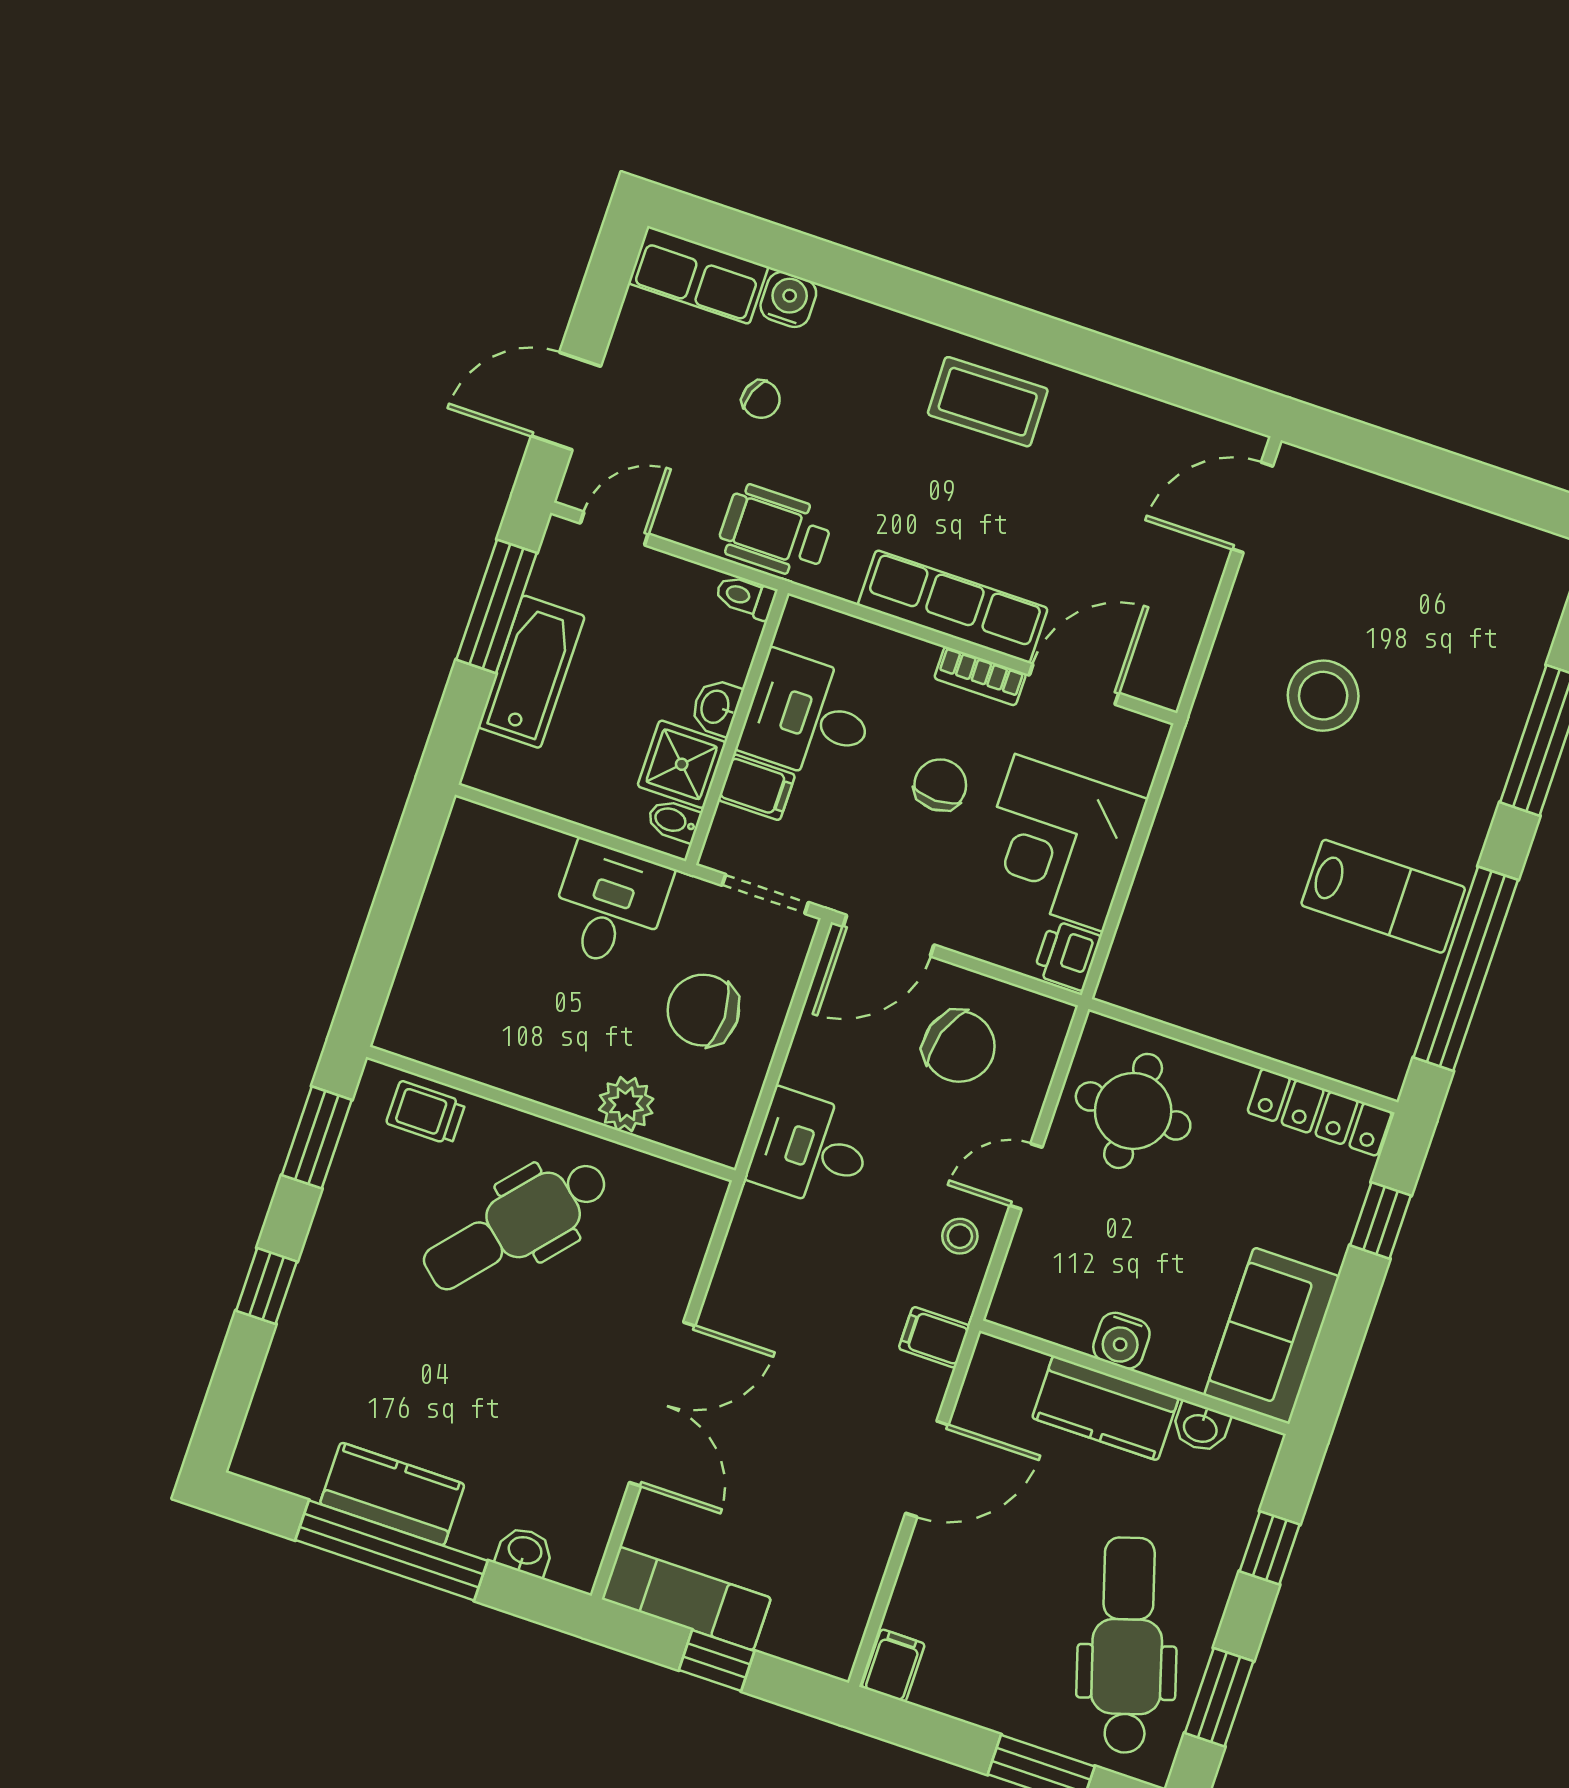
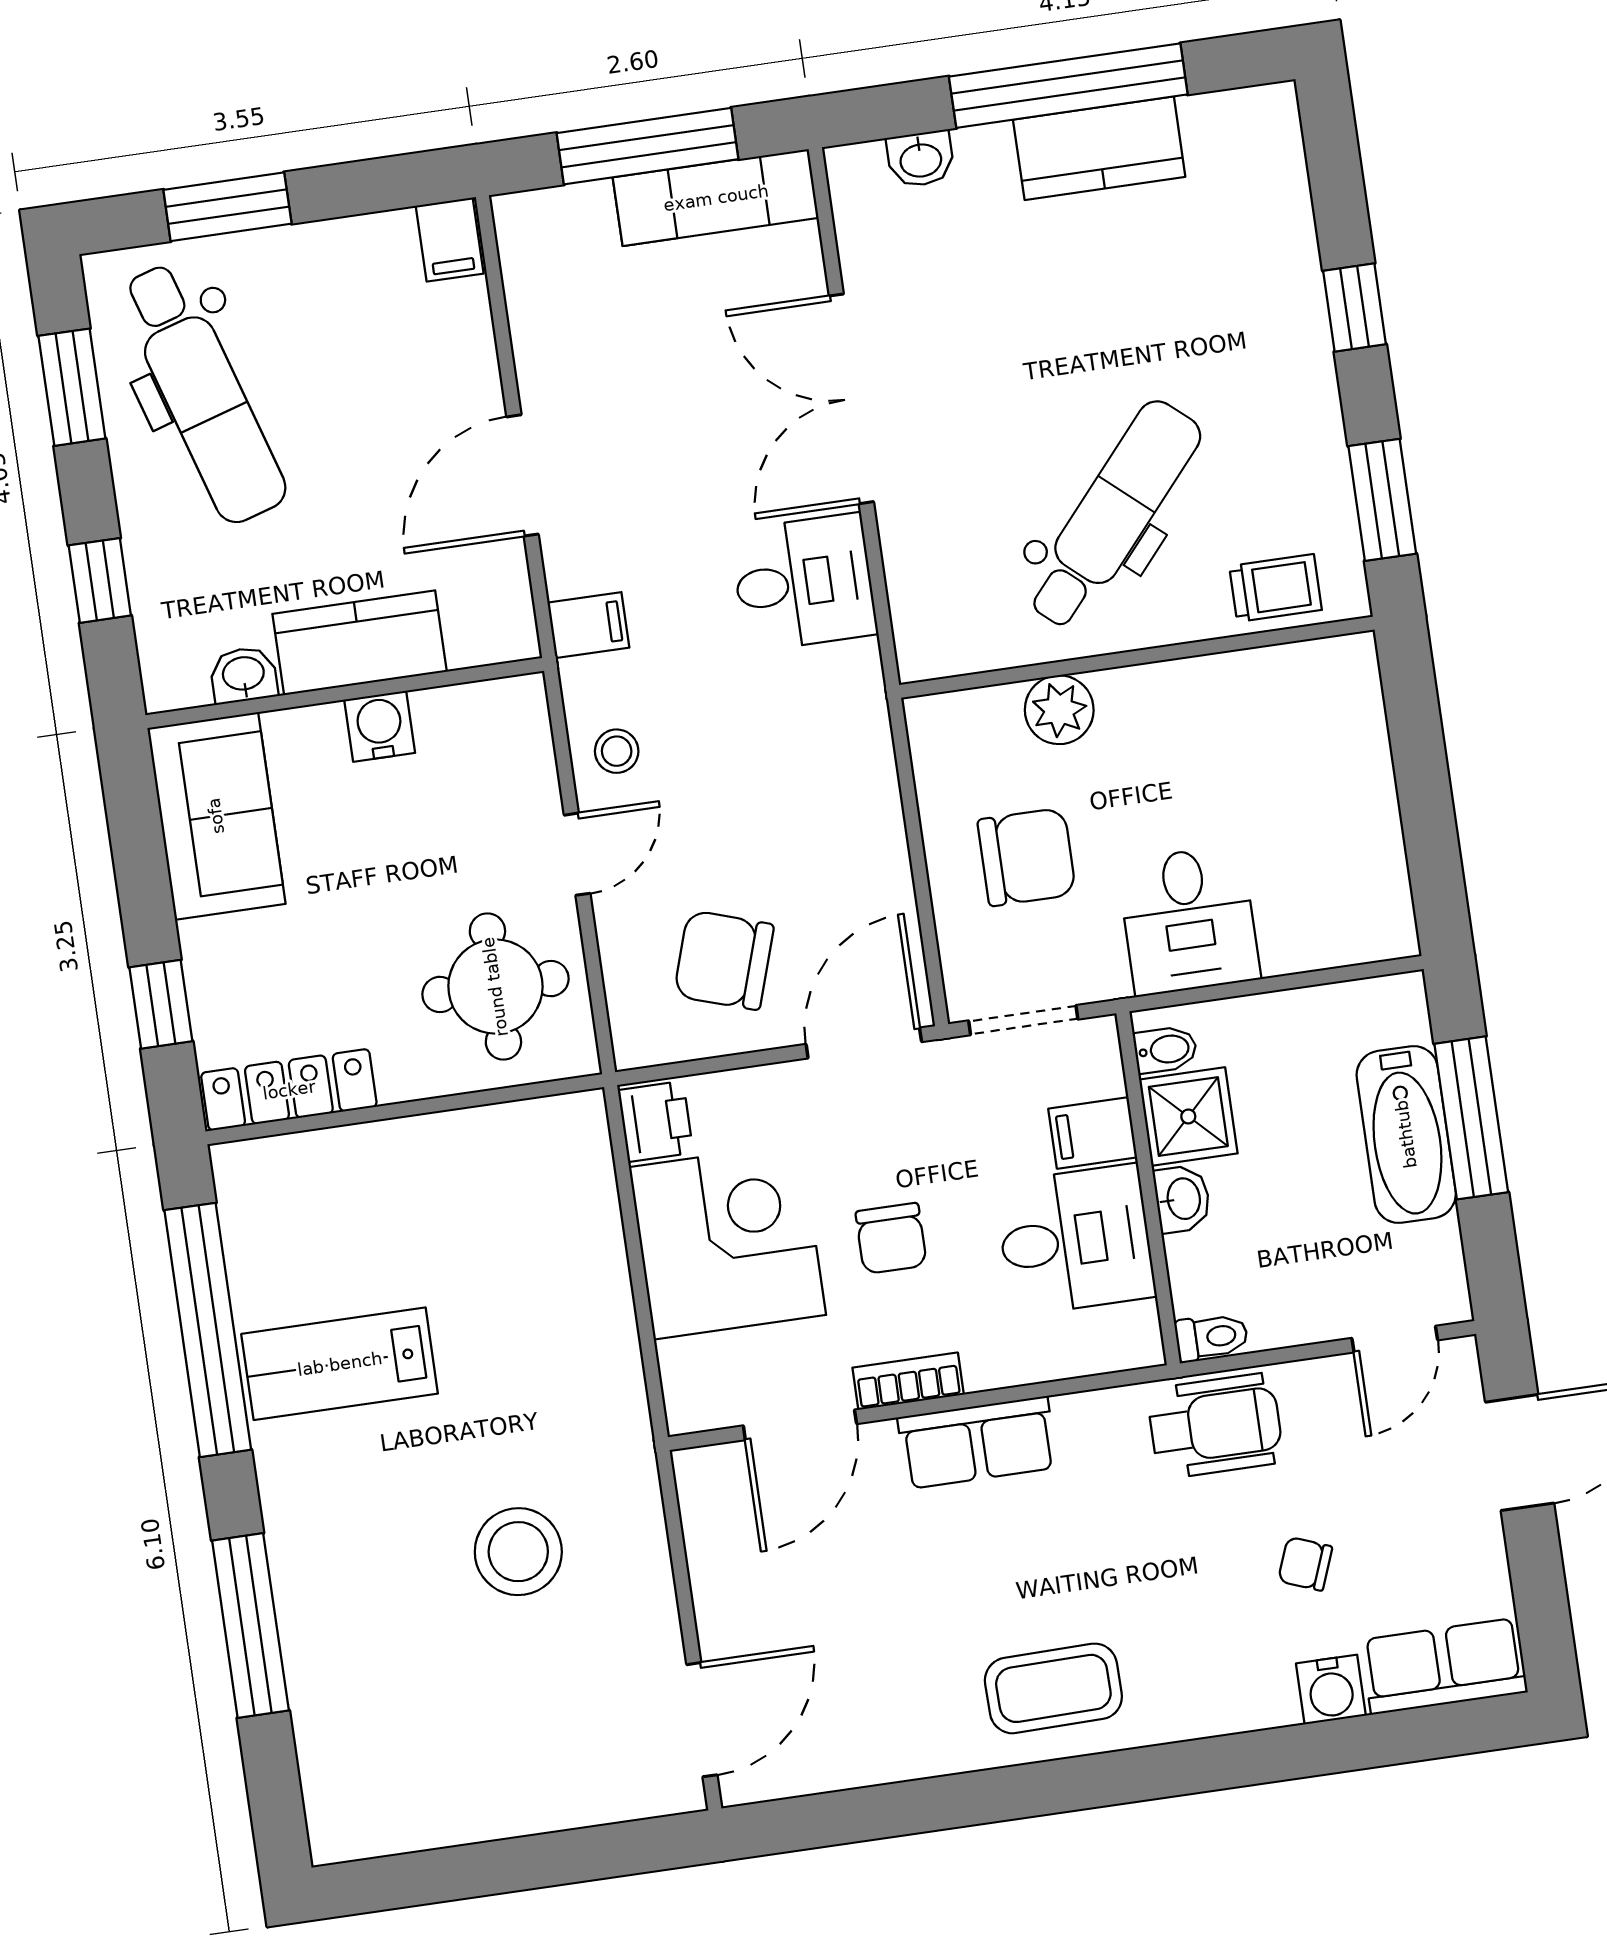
window: (497, 606) -> (1471, 1118), moved
row of seats: (953, 607) -> (977, 1442), width x0.68
desk: (811, 1149) -> (804, 582), moved
window: (717, 1660) -> (648, 146), width x2.17

